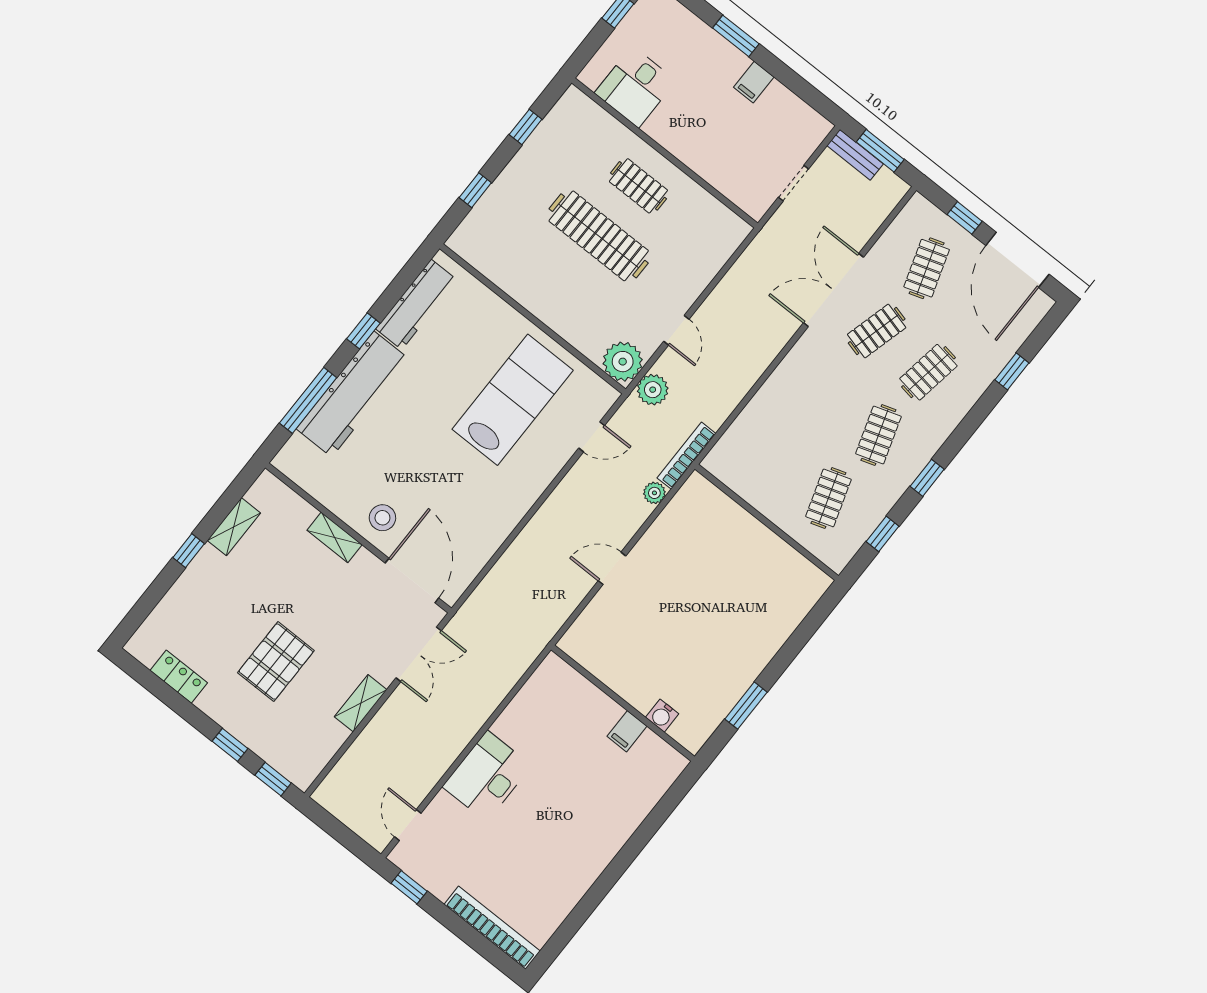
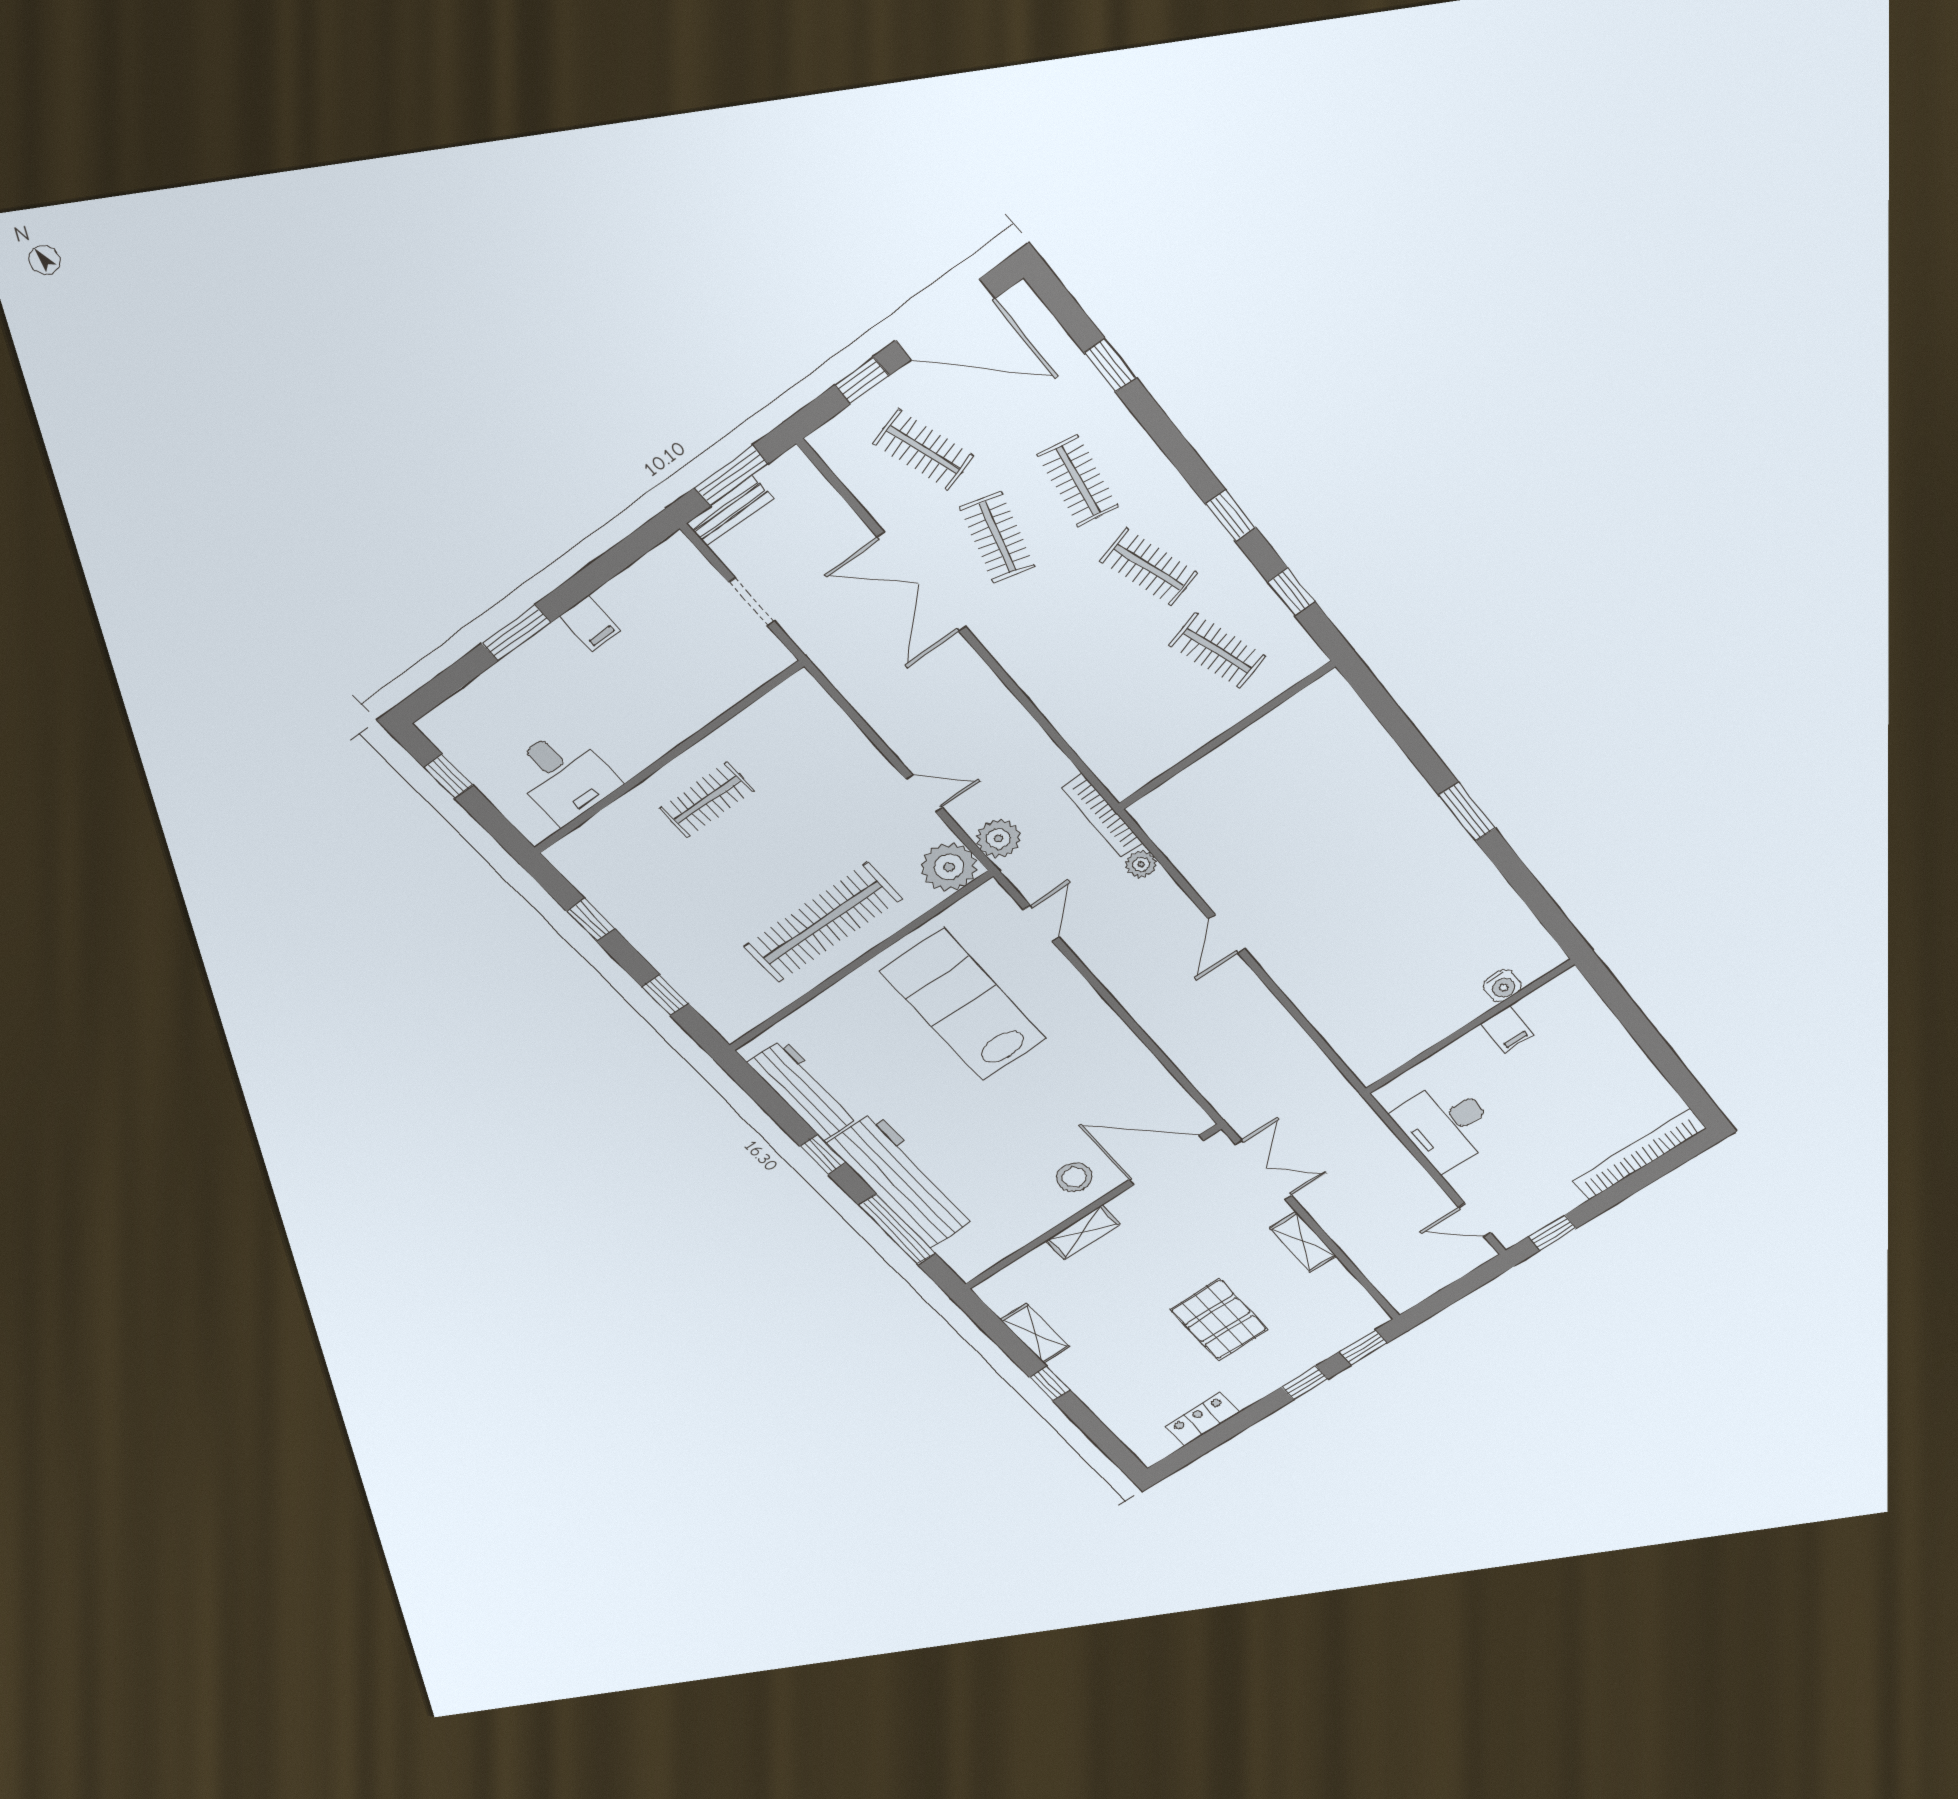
clothes rail: (599, 236) -> (823, 923), moved
wall: (623, 703) -> (1469, 1027), moved
water cooler: (662, 716) -> (1502, 986), moved
filing cabinet: (627, 731) -> (1507, 1029), moved

